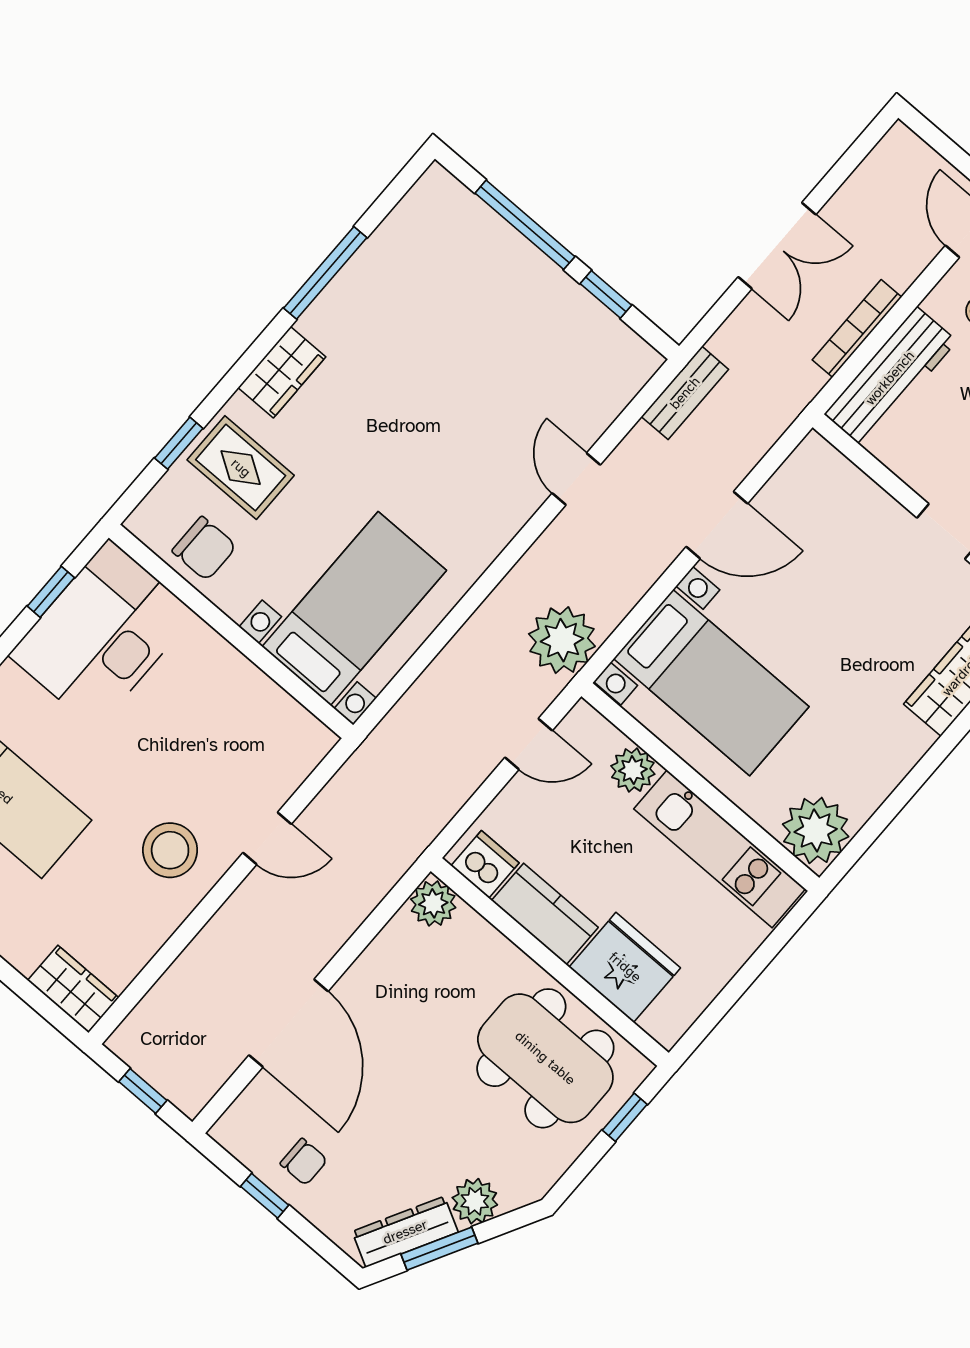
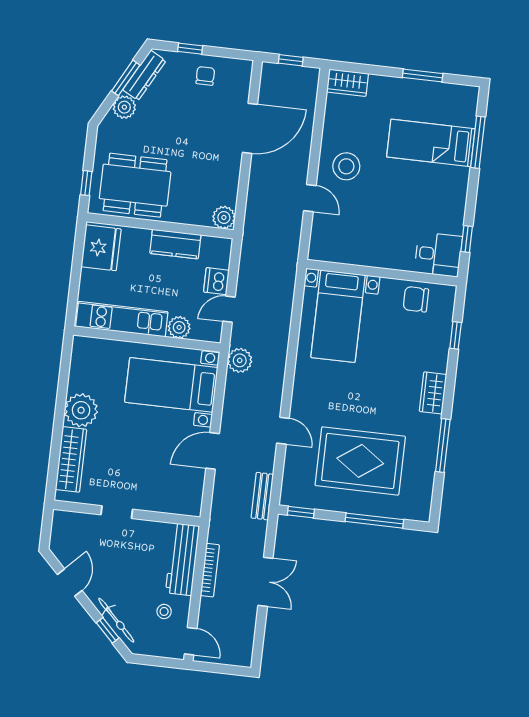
double door: (777, 246) -> (265, 582), swing flipped
window: (606, 294) -> (301, 512), moved
rug: (241, 468) -> (360, 461), moved, width x1.86, depth x2.06
desk: (102, 634) -> (438, 254), width x0.53, depth x0.77
plant: (562, 640) -> (240, 360), width x0.73, depth x0.73
plant: (816, 830) -> (81, 410), moved
door: (267, 838) -> (310, 198), swing flipped
dishwasher: (485, 864) -> (216, 281), moved, turned 90
fridge: (625, 967) -> (101, 248), moved, turned -90
door: (289, 1023) -> (250, 128), swing flipped
chair: (304, 1162) -> (205, 76), turned 90
window: (265, 1196) -> (190, 49), moved

